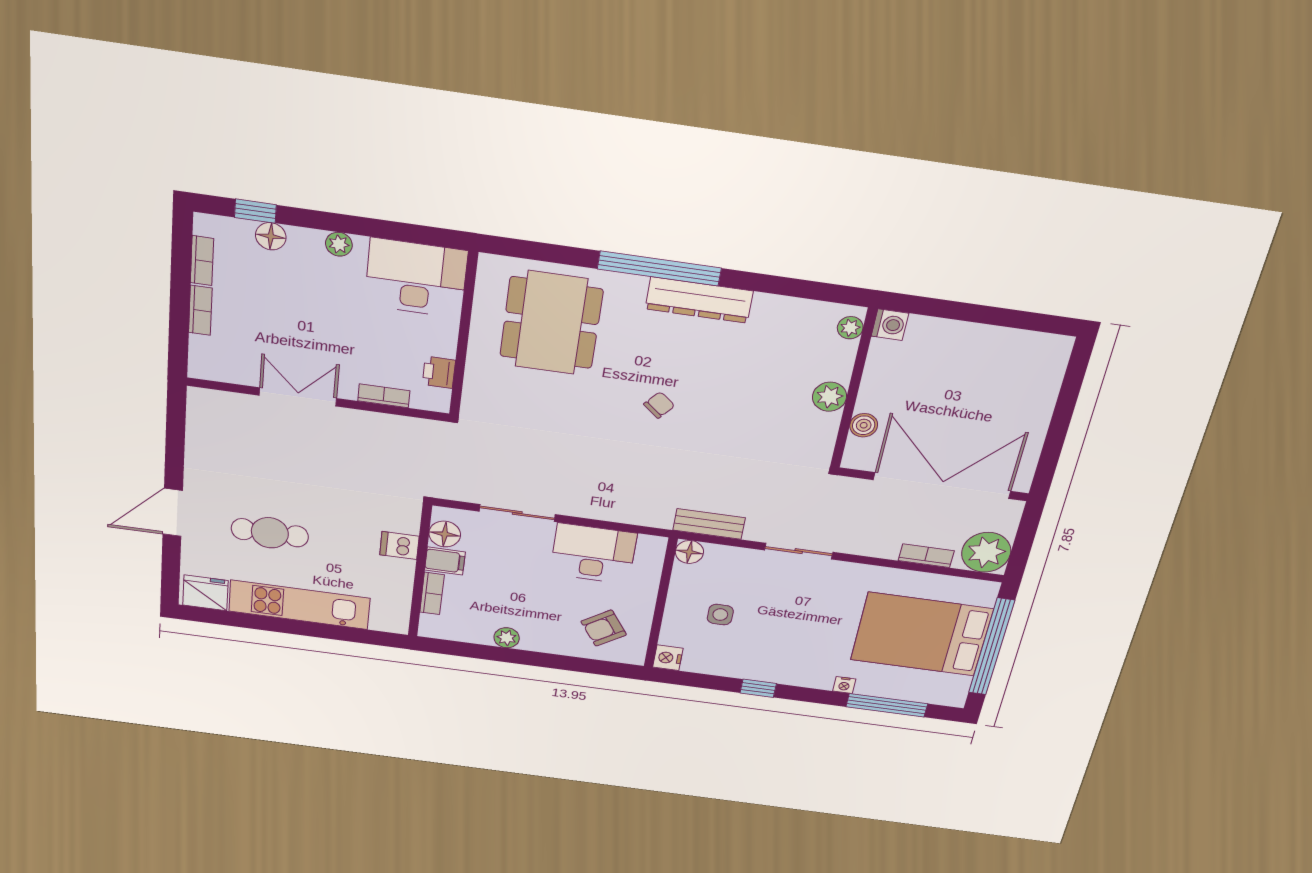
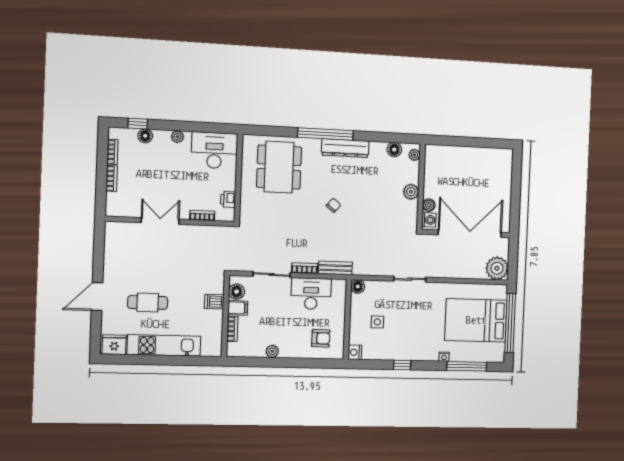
floor lamp: (807, 313) -> (394, 150), added
washing machine: (890, 325) -> (429, 220), moved
bench: (709, 524) -> (335, 268), moved
bookcase: (926, 556) -> (304, 268), moved
armchair: (604, 628) -> (321, 338), turned -145

